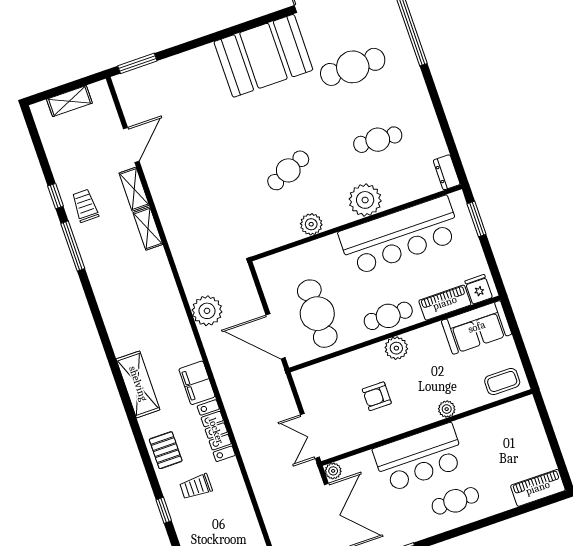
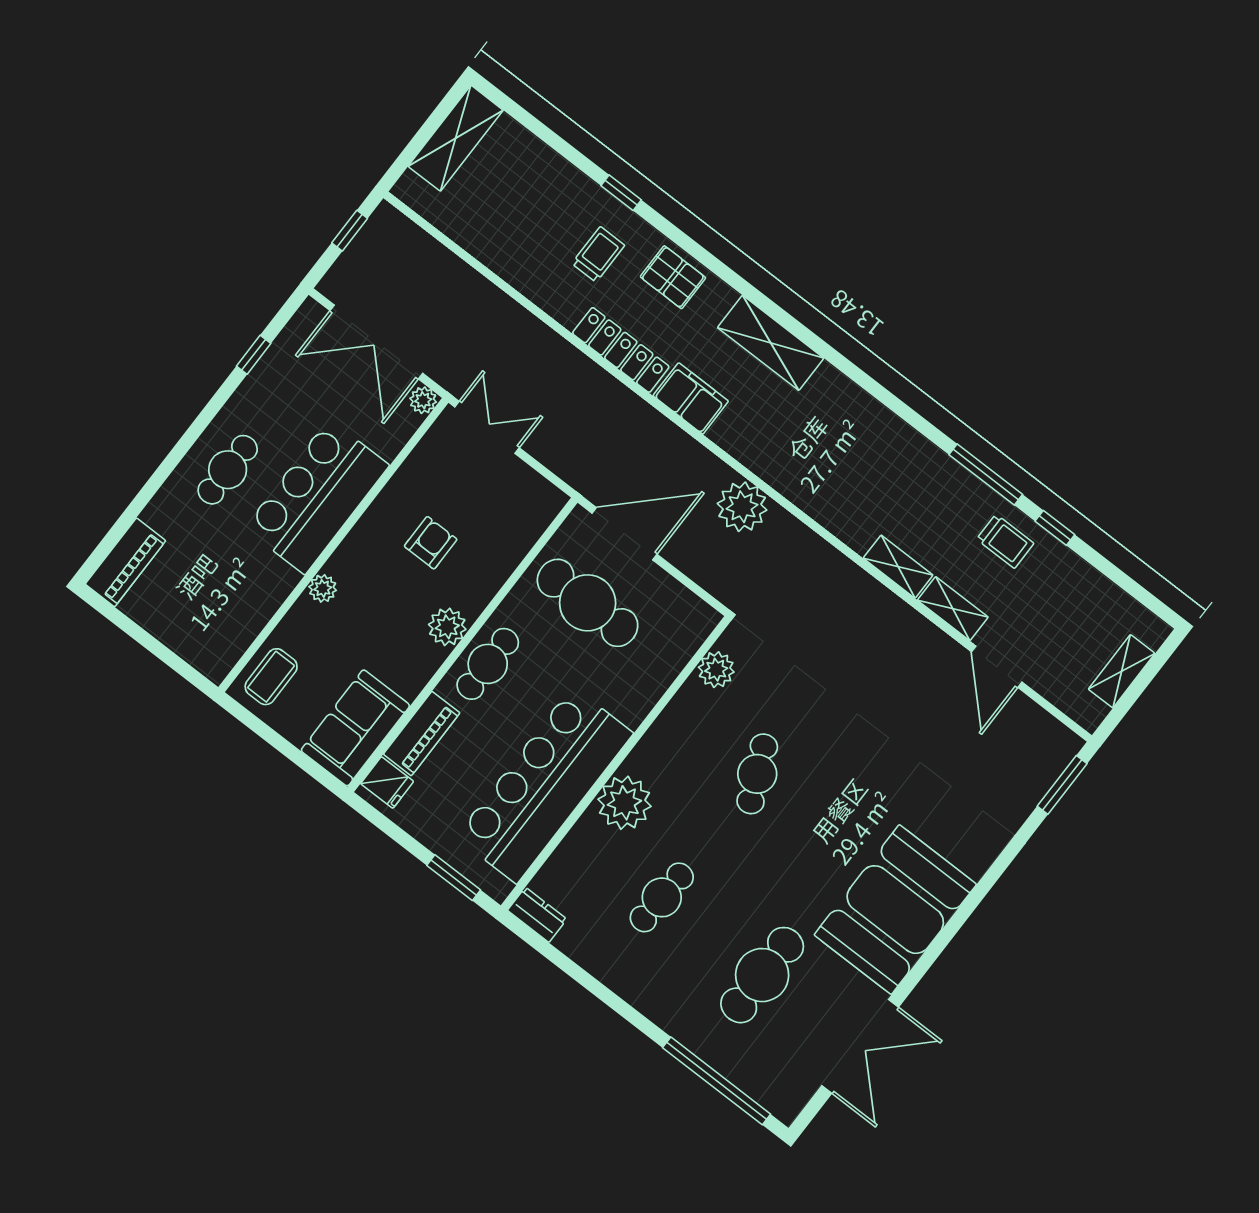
plant: (311, 224) -> (716, 670), moved

